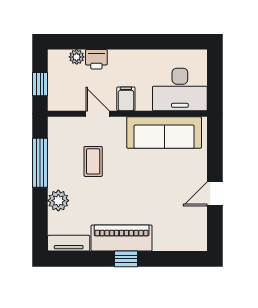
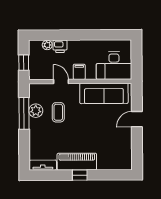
door: (215, 194) -> (137, 119), moved
plant: (58, 201) -> (36, 111), moved

